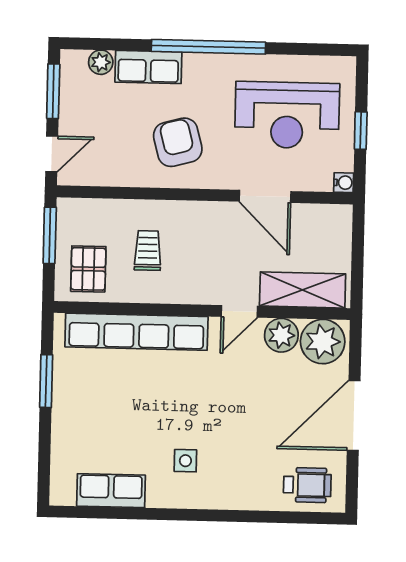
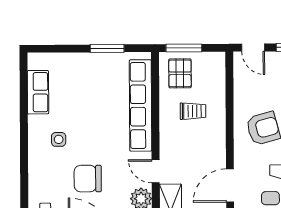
window: (50, 235) -> (184, 48), moved
pallet: (88, 269) -> (180, 73), turned 90
chair: (248, 417) -> (88, 179), added

